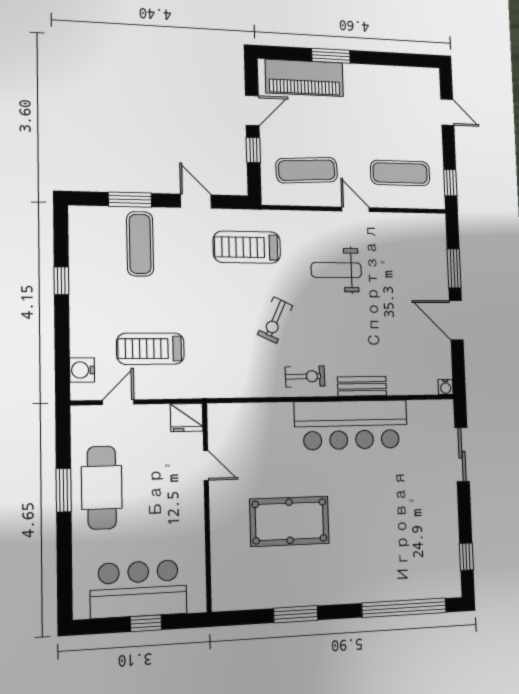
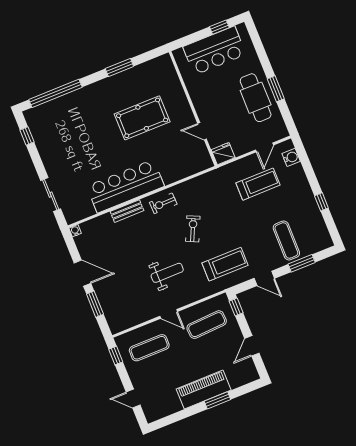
piano: (304, 78) -> (204, 390), moved
window: (253, 150) -> (236, 307), moved
window: (146, 623) -> (219, 27), moved

